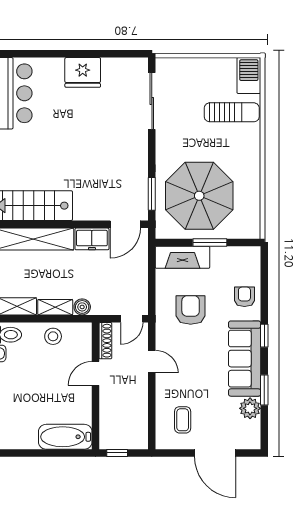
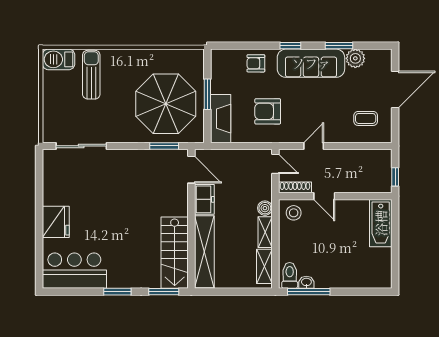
fridge: (83, 72) -> (56, 222), moved
stool: (53, 336) -> (294, 213), moved

